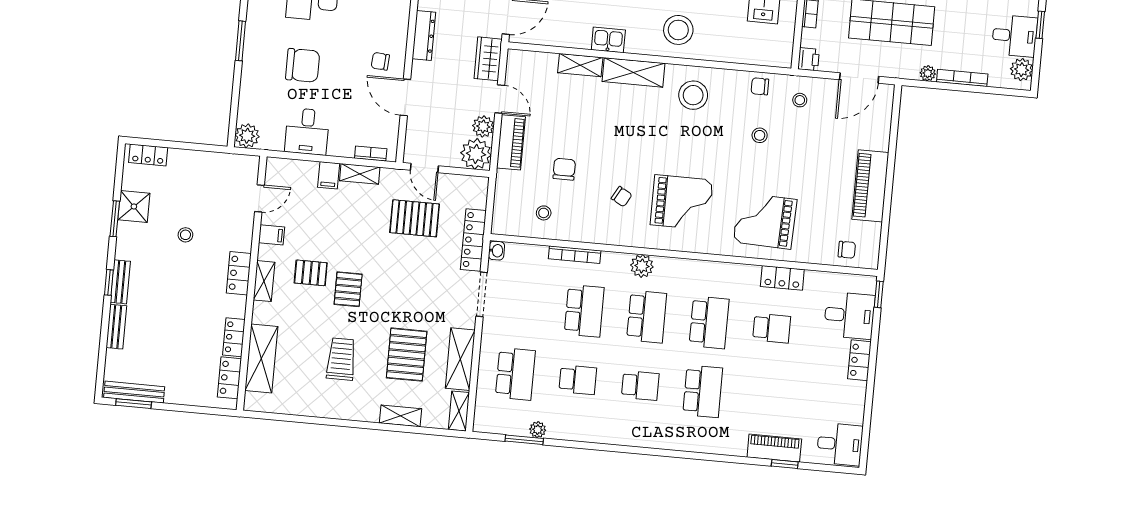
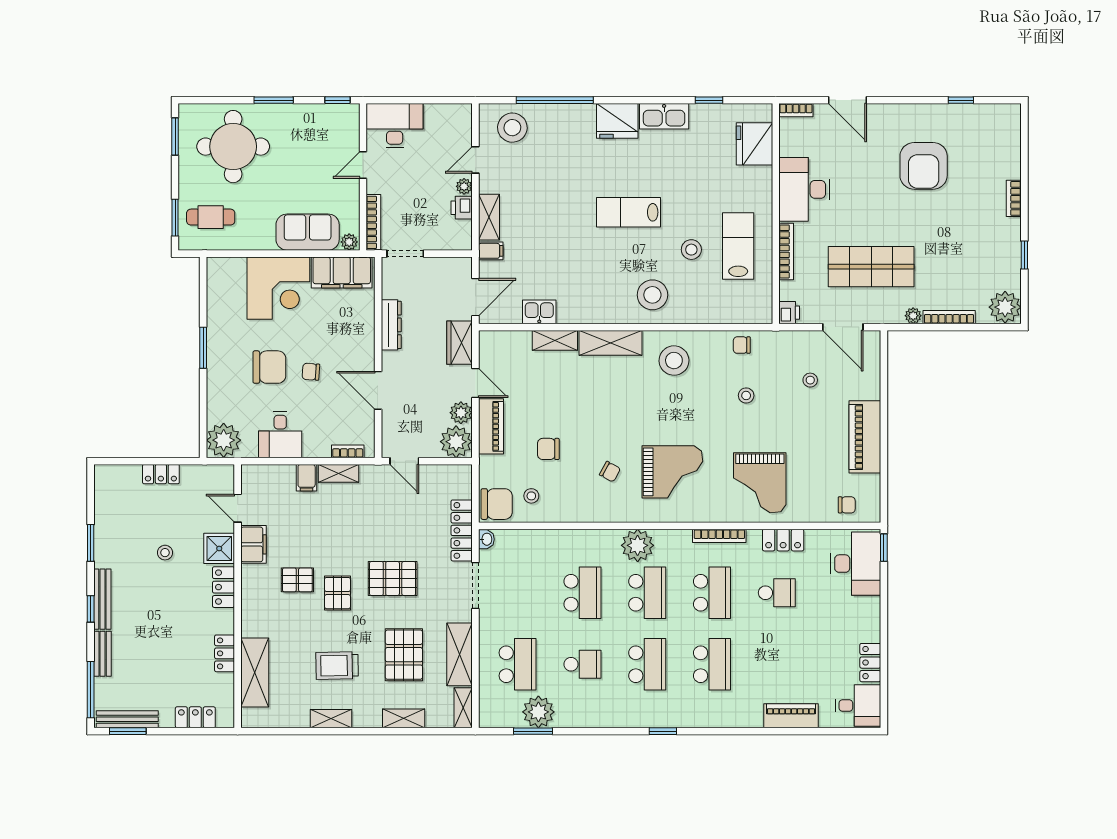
desk: (1014, 36) -> (999, 269), removed
kitchen sink: (608, 40) -> (539, 312), moved
chair: (380, 61) -> (311, 372), moved
plant: (1022, 70) -> (1005, 307), width x1.36, depth x1.36
door: (859, 78) -> (843, 327), hinge flipped
stool: (800, 100) -> (810, 380), moved
plant: (247, 136) -> (224, 440), width x1.36, depth x1.36
locker: (148, 155) -> (161, 474), moved
chair: (564, 169) -> (548, 449), turned -90
door: (259, 198) -> (238, 508), swing flipped
shower: (134, 206) -> (219, 548), moved
pallet: (415, 218) -> (393, 579), moved
chair: (509, 218) -> (497, 504), added
grand piano: (765, 221) -> (760, 483), turned -92
filing cabinet: (272, 235) -> (254, 544), width x2.00
bookcase: (575, 255) -> (719, 536), moved
plant: (642, 266) -> (638, 545), width x1.36, depth x1.36
shelving: (264, 281) -> (331, 719), moved, turned 90
bench: (120, 282) -> (102, 599), width x1.36
desk: (849, 315) -> (856, 564), width x1.37
trolley: (341, 359) -> (337, 666), turned -91
window: (102, 360) -> (91, 690), added
locker: (859, 360) -> (870, 663), moved
locker: (229, 378) -> (195, 717), moved, turned 90
school desk: (640, 386) -> (647, 664), width x1.85
plant: (538, 430) -> (538, 712), width x1.87, depth x1.87
window: (785, 464) -> (663, 731), moved

